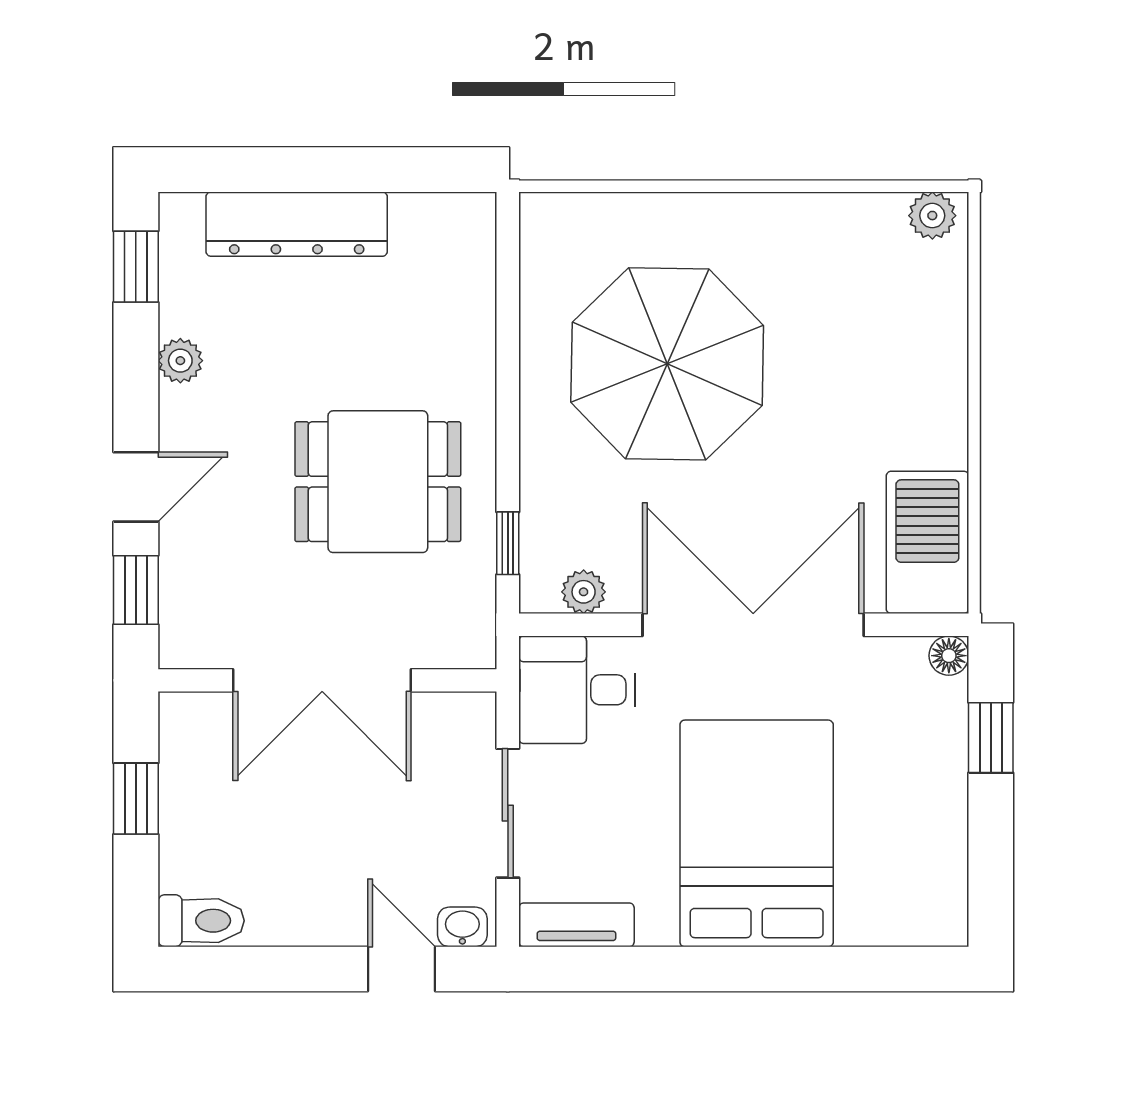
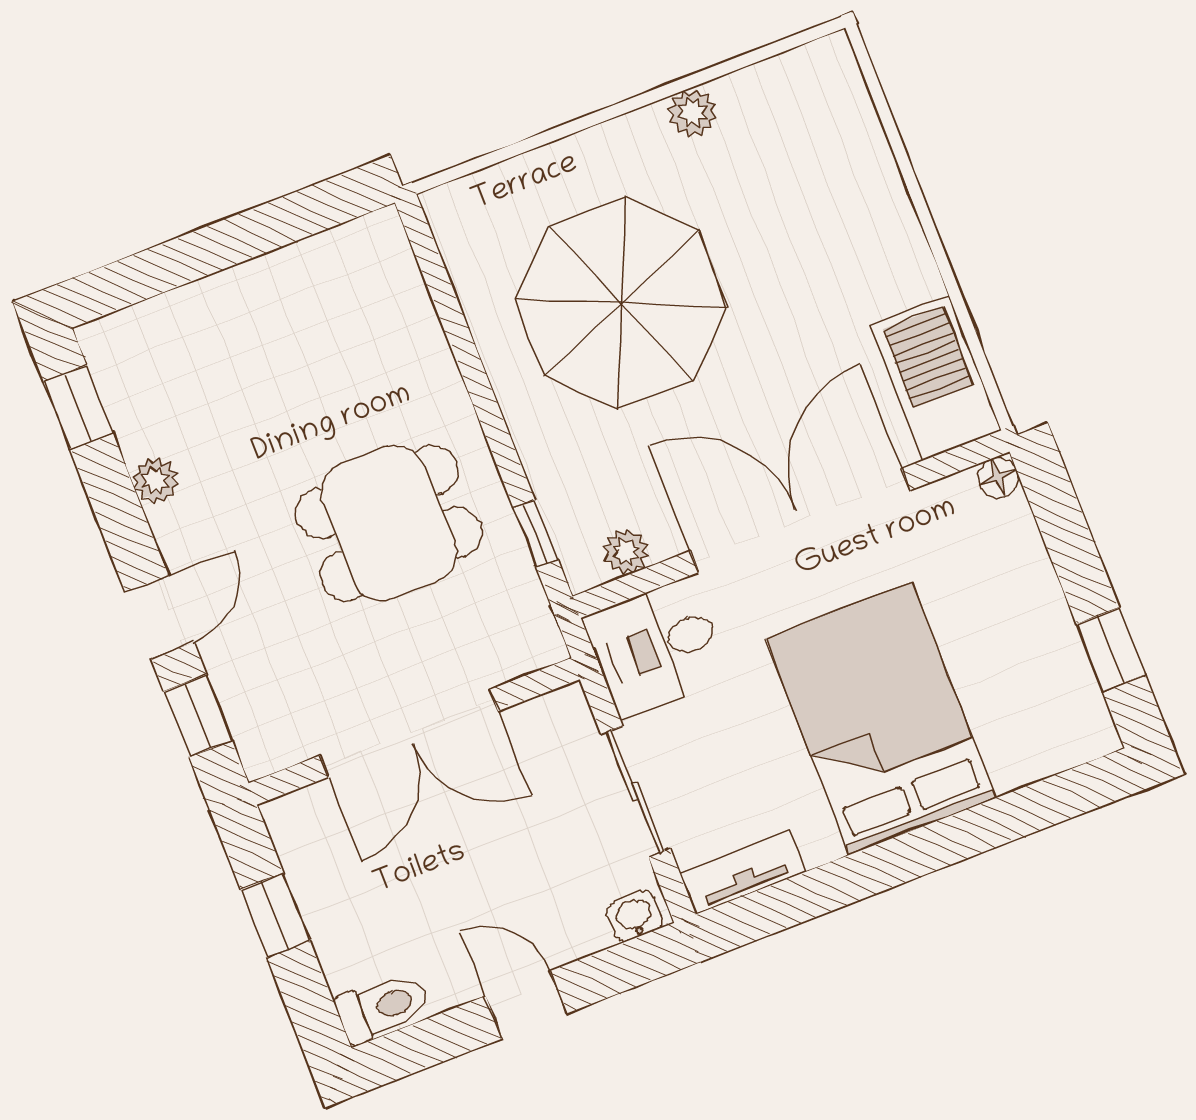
plant: (932, 216) -> (693, 113), moved
dresser: (297, 224) -> (216, 307), removed
window: (991, 738) -> (1111, 649), moved
door: (401, 969) -> (526, 1005), moved

